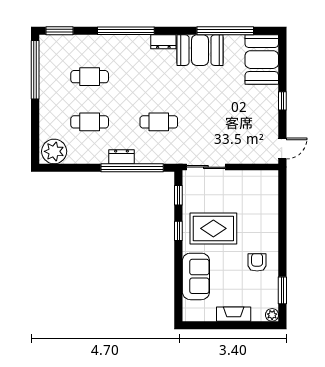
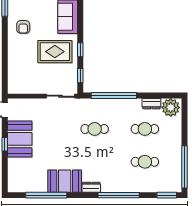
booth: (262, 60) -> (20, 139), moved
dresser: (122, 157) -> (151, 104), moved

